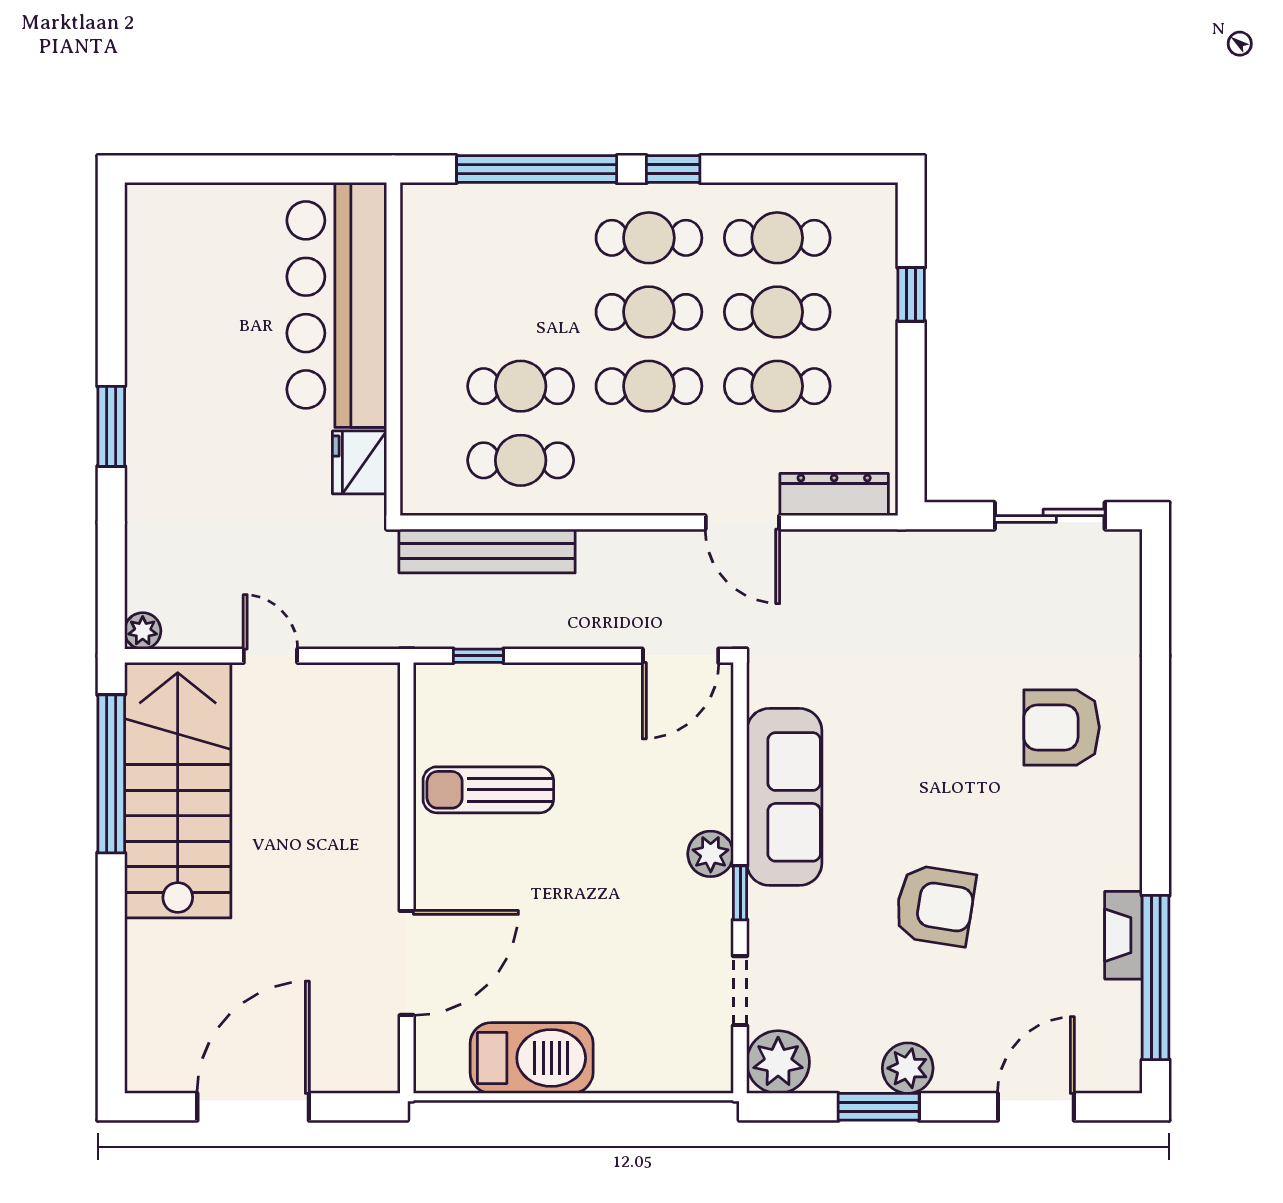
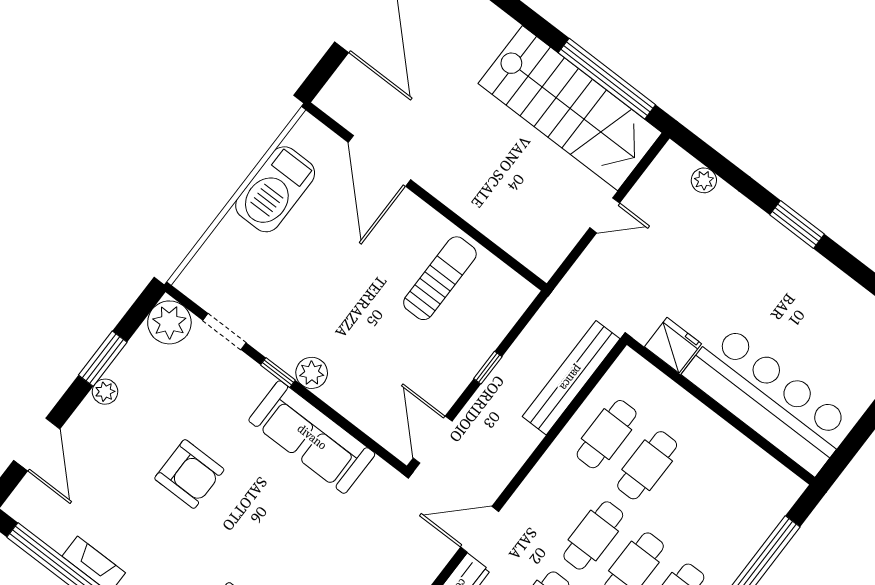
plant: (143, 631) -> (704, 180), moved
window: (478, 656) -> (488, 368), moved
armchair: (935, 905) -> (189, 474), turned -99
plant: (908, 1068) -> (105, 392), width x0.73, depth x0.73

